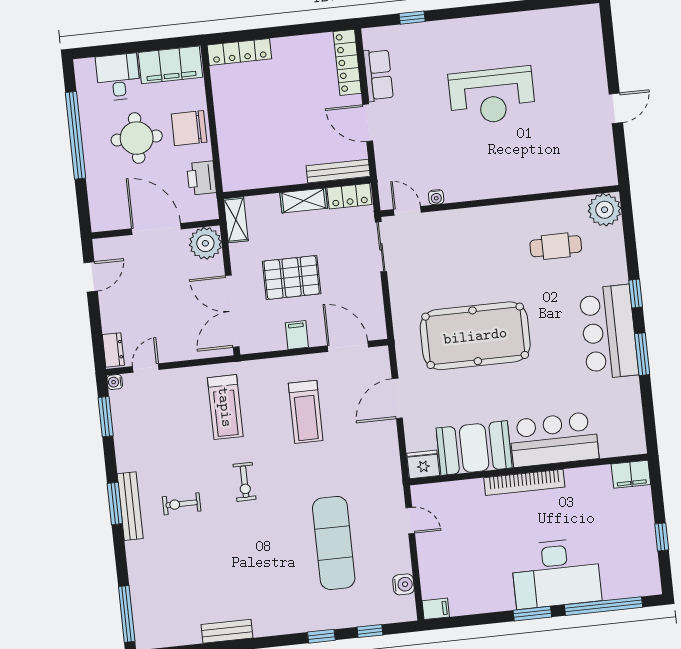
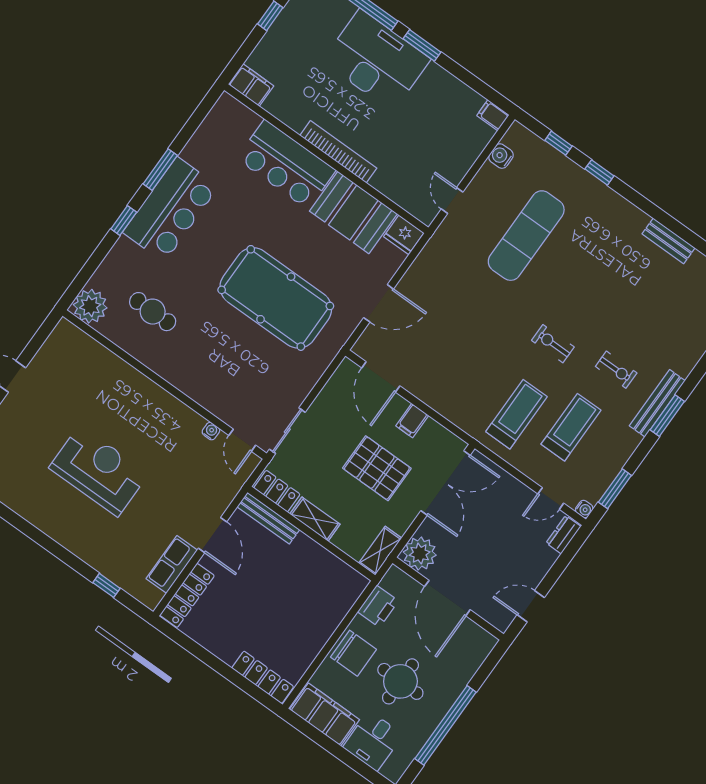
treadmill: (306, 412) -> (571, 427), moved
exercise bike: (244, 482) -> (553, 344), turned -90

